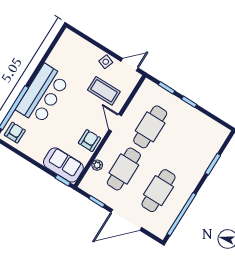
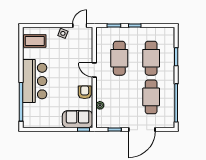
coffee table: (104, 91) -> (35, 41), moved
armchair: (15, 133) -> (32, 118), removed
cafe table: (124, 169) -> (151, 58), moved

